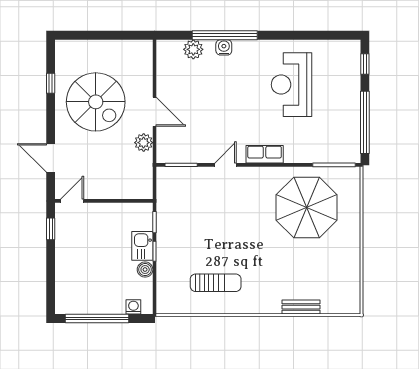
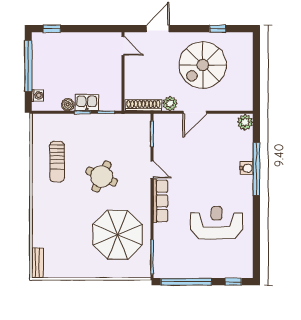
plant: (193, 49) -> (245, 122), moved
row of seats: (265, 154) -> (161, 201), width x1.48
shoe rack: (146, 176) -> (143, 105), added
round table: (234, 227) -> (102, 177), added
window: (51, 229) -> (52, 29), moved
bench: (301, 307) -> (37, 263), moved

